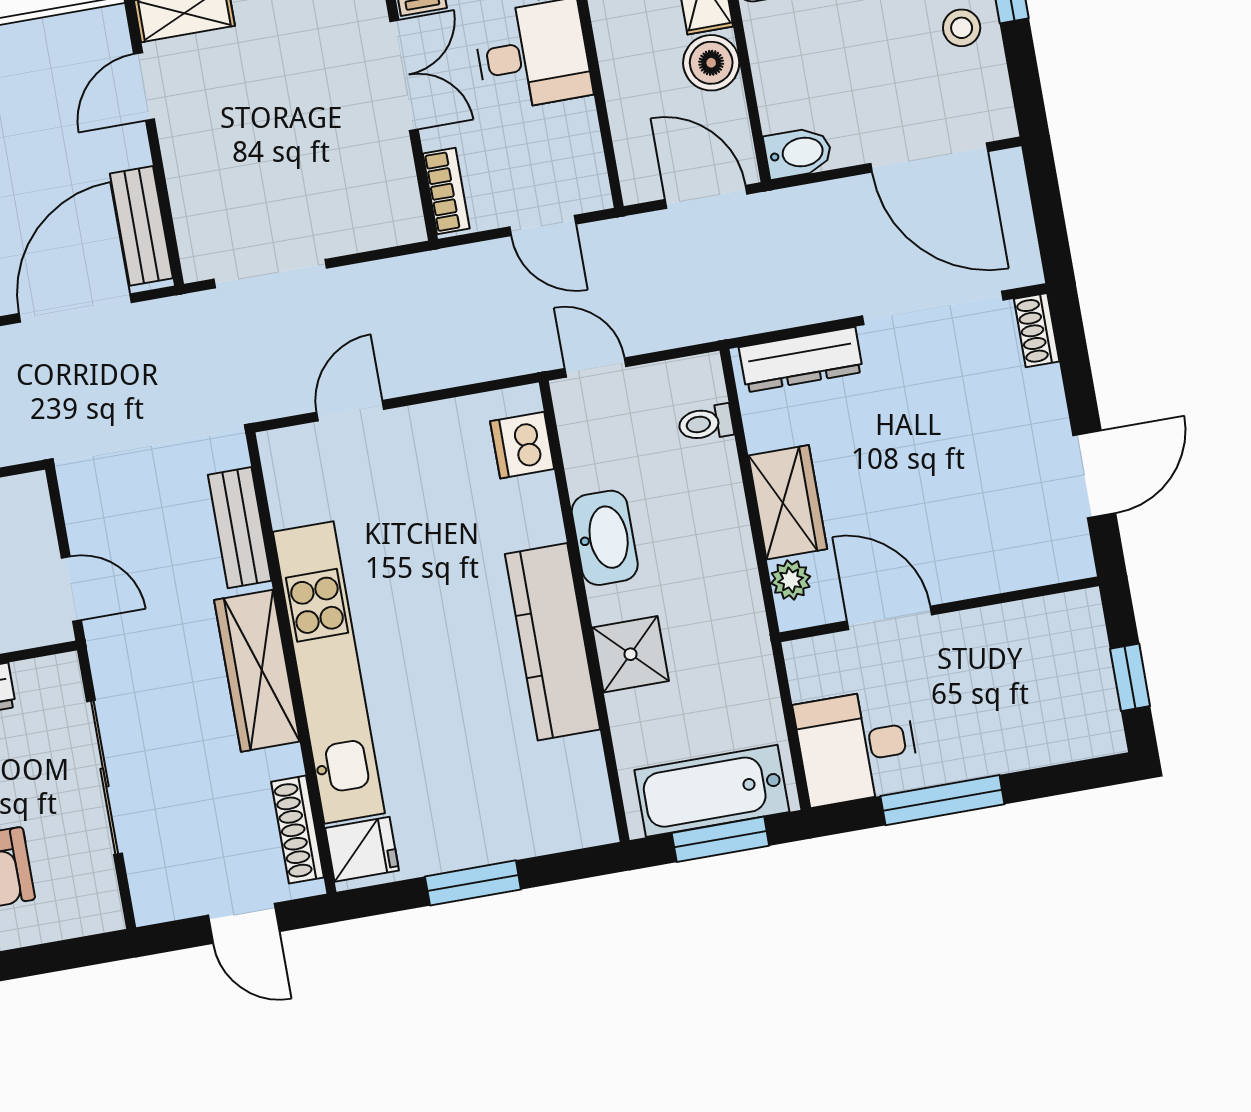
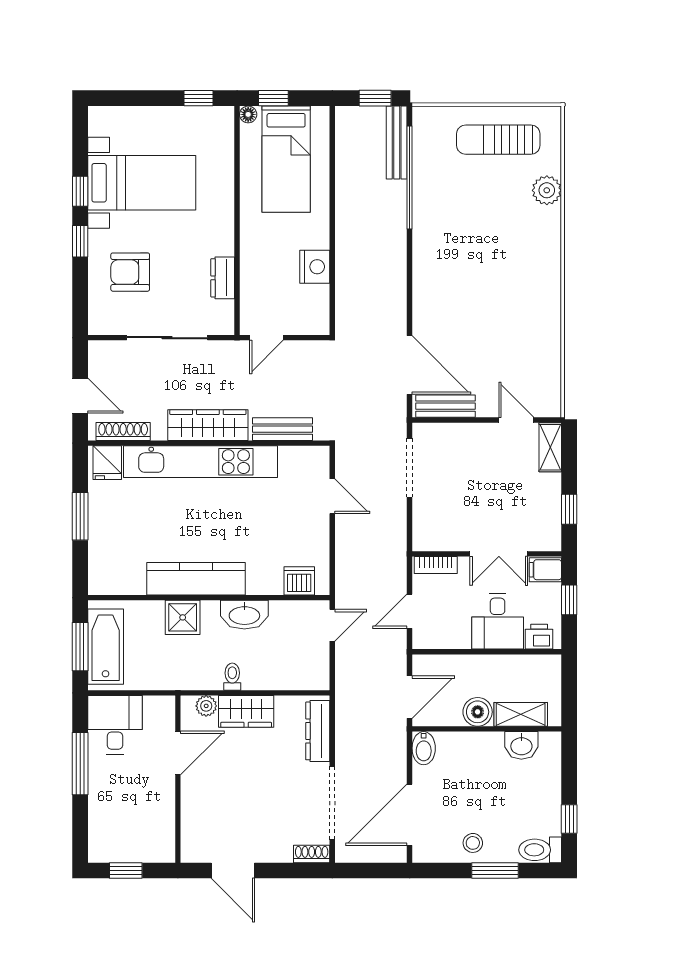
toilet: (706, 423) -> (232, 677), moved
door: (244, 923) -> (80, 396), swing flipped

